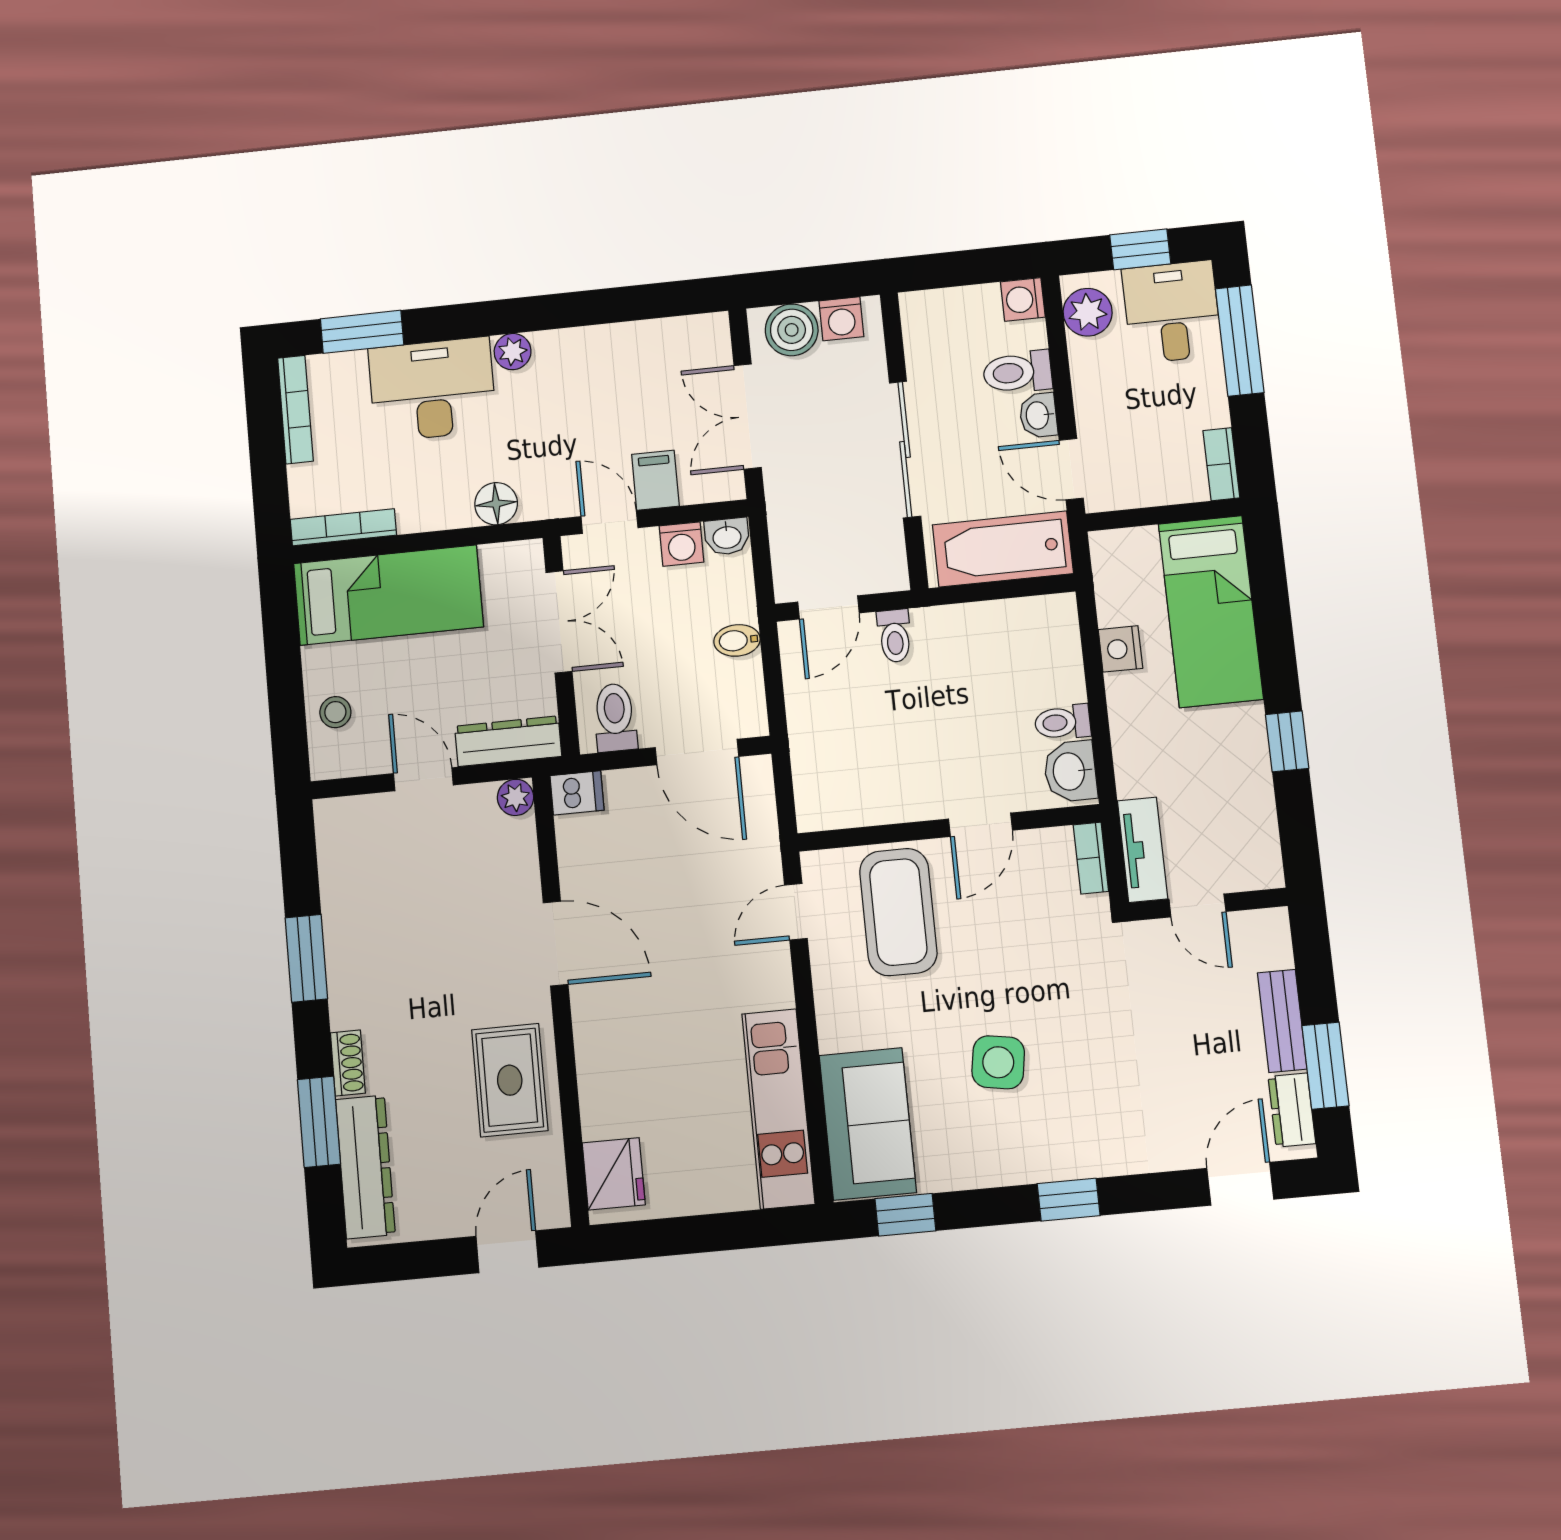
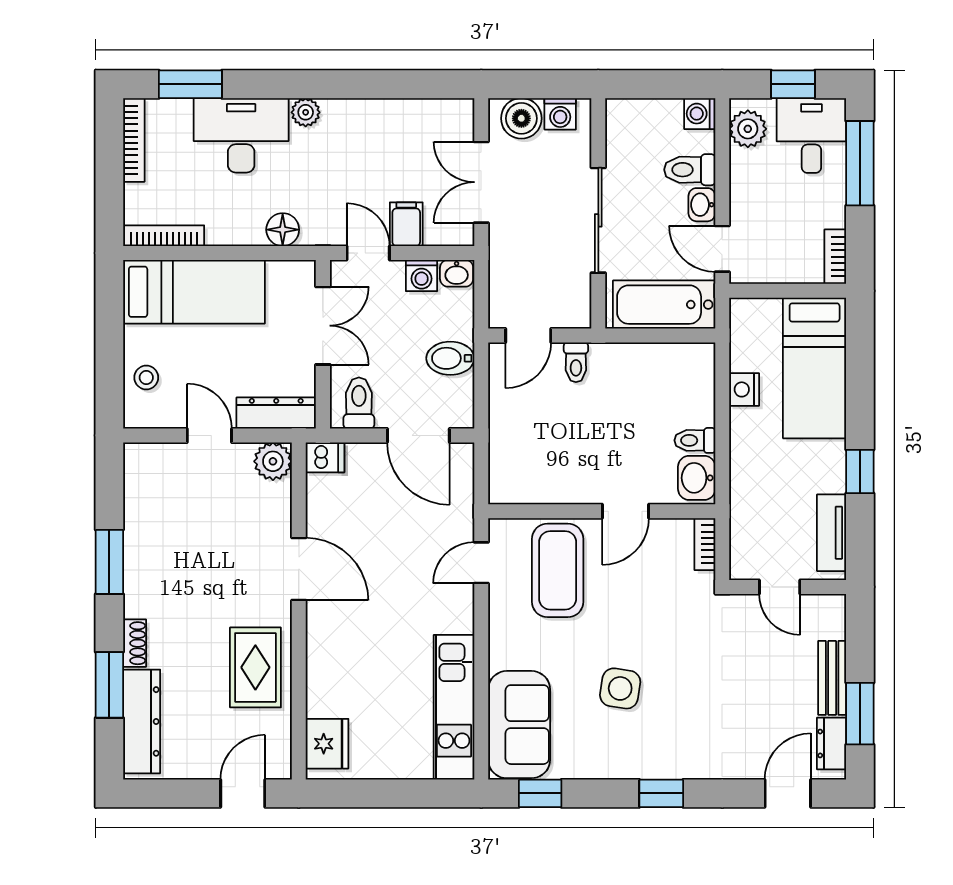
bidet: (737, 640) -> (450, 358), width x1.38, depth x1.36
plant: (515, 797) -> (273, 461), width x1.38, depth x1.38
tv unit: (1142, 850) -> (832, 533), moved, turned 180

